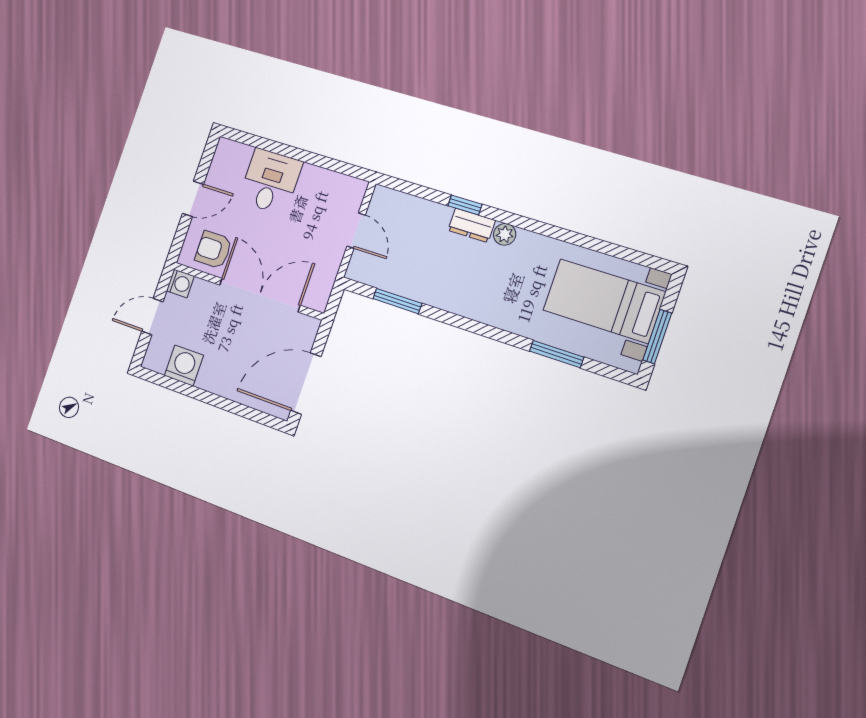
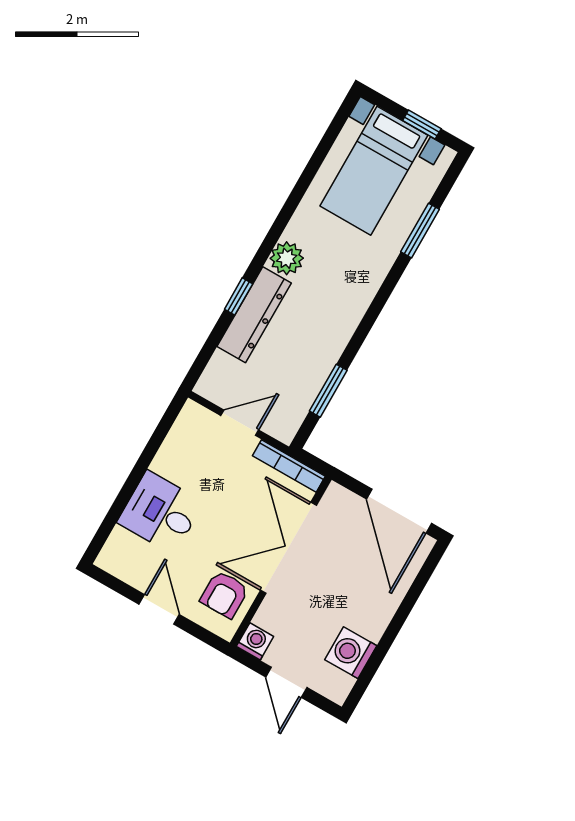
dresser: (472, 225) -> (254, 315), width x1.96, depth x1.24
plant: (505, 234) -> (287, 258), width x1.38, depth x1.38
bookcase: (327, 281) -> (289, 466), added
window: (657, 337) -> (422, 125), width x0.67

